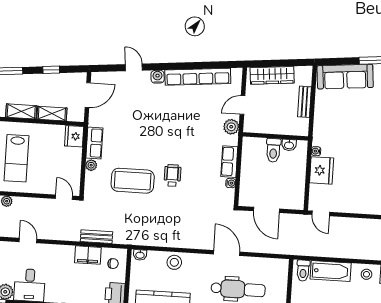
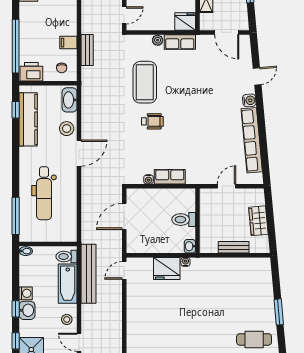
wardrobe: (272, 75) -> (258, 221), width x0.67
sofa: (345, 77) -> (261, 286), removed
door: (242, 105) -> (226, 186), hinge flipped
plant: (231, 127) -> (204, 176), removed
washbasin: (289, 145) -> (190, 246), moved
bench: (322, 249) -> (89, 274), added
door: (227, 253) -> (79, 153), moved
filing cabinet: (88, 255) -> (68, 43), width x0.50
washbasin: (140, 255) -> (70, 100), width x1.91, depth x1.45

